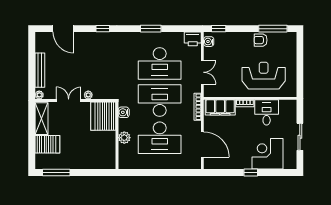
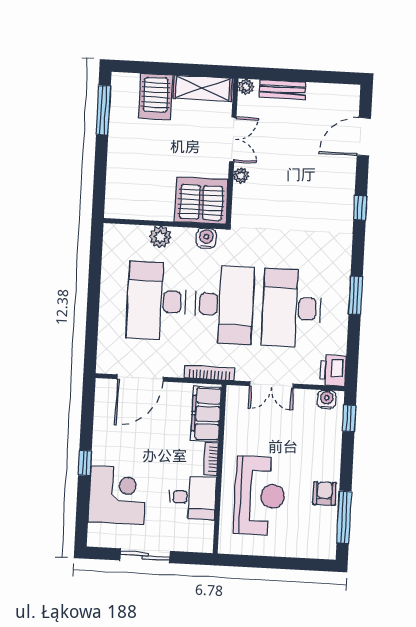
bench: (40, 70) -> (282, 90), width x0.73

